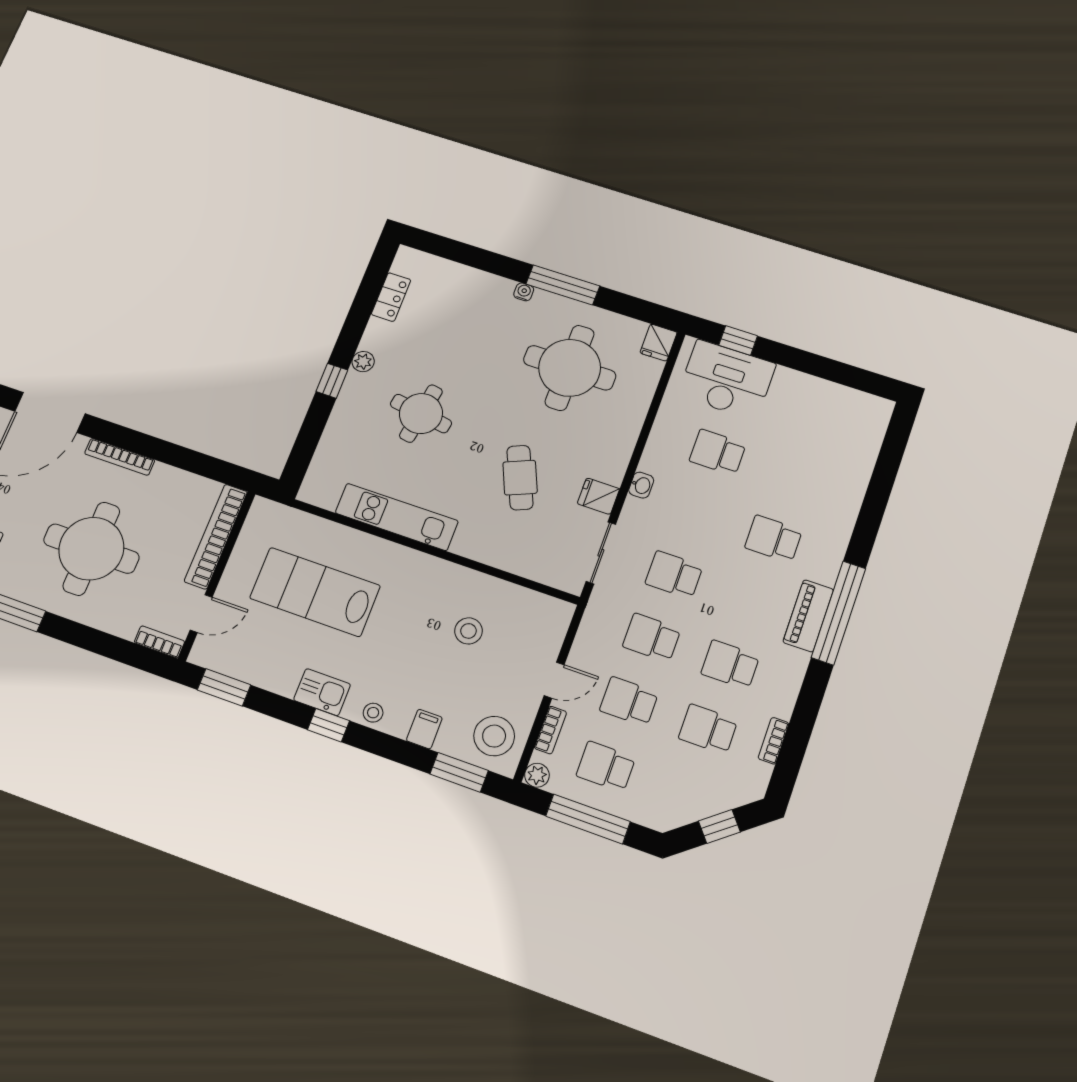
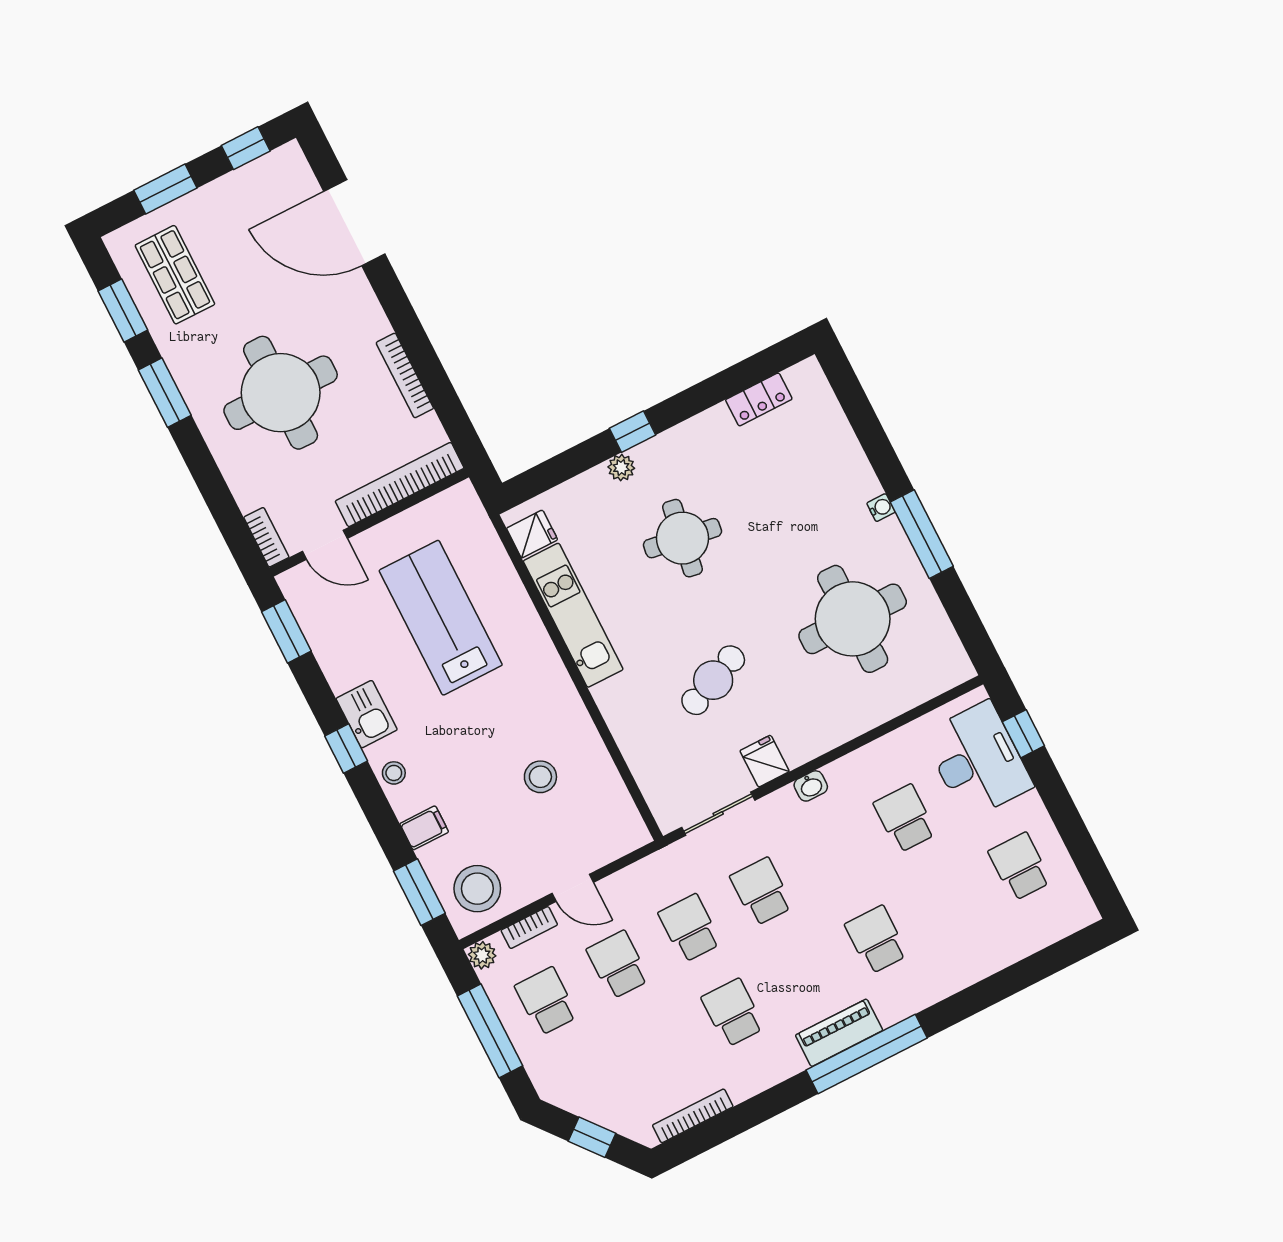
fridge: (659, 343) -> (532, 534), moved, turned 180
plant: (363, 362) -> (621, 468), moved
bookcase: (120, 457) -> (405, 375), moved
school desk: (708, 729) -> (1020, 867), moved
bookcase: (774, 741) -> (693, 1116), width x1.56

